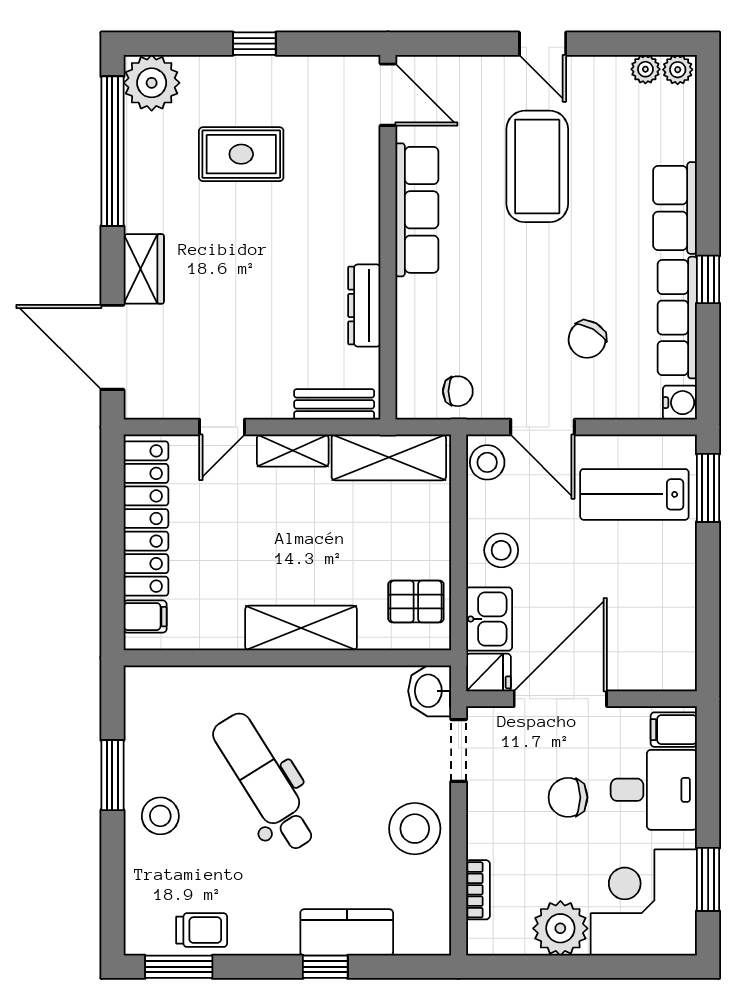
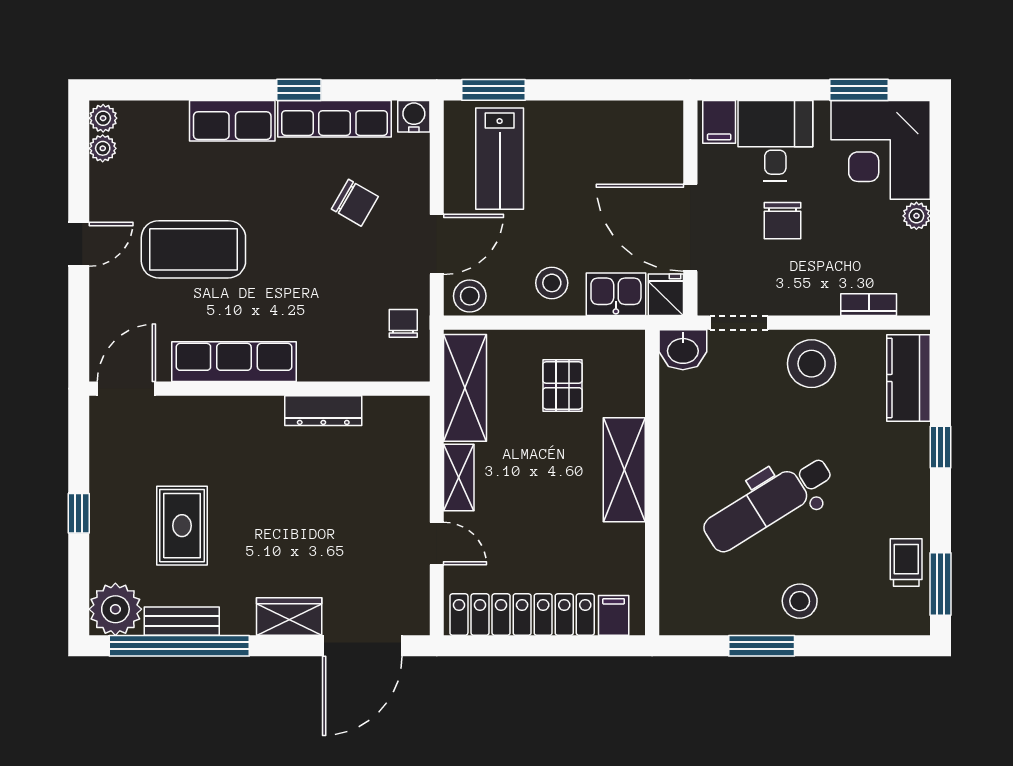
bench: (334, 404) -> (182, 621), moved, turned 90
pallet: (416, 601) -> (562, 385), moved
plant: (560, 928) -> (916, 216), width x0.53, depth x0.53
kitchen counter: (347, 932) -> (908, 378), moved

